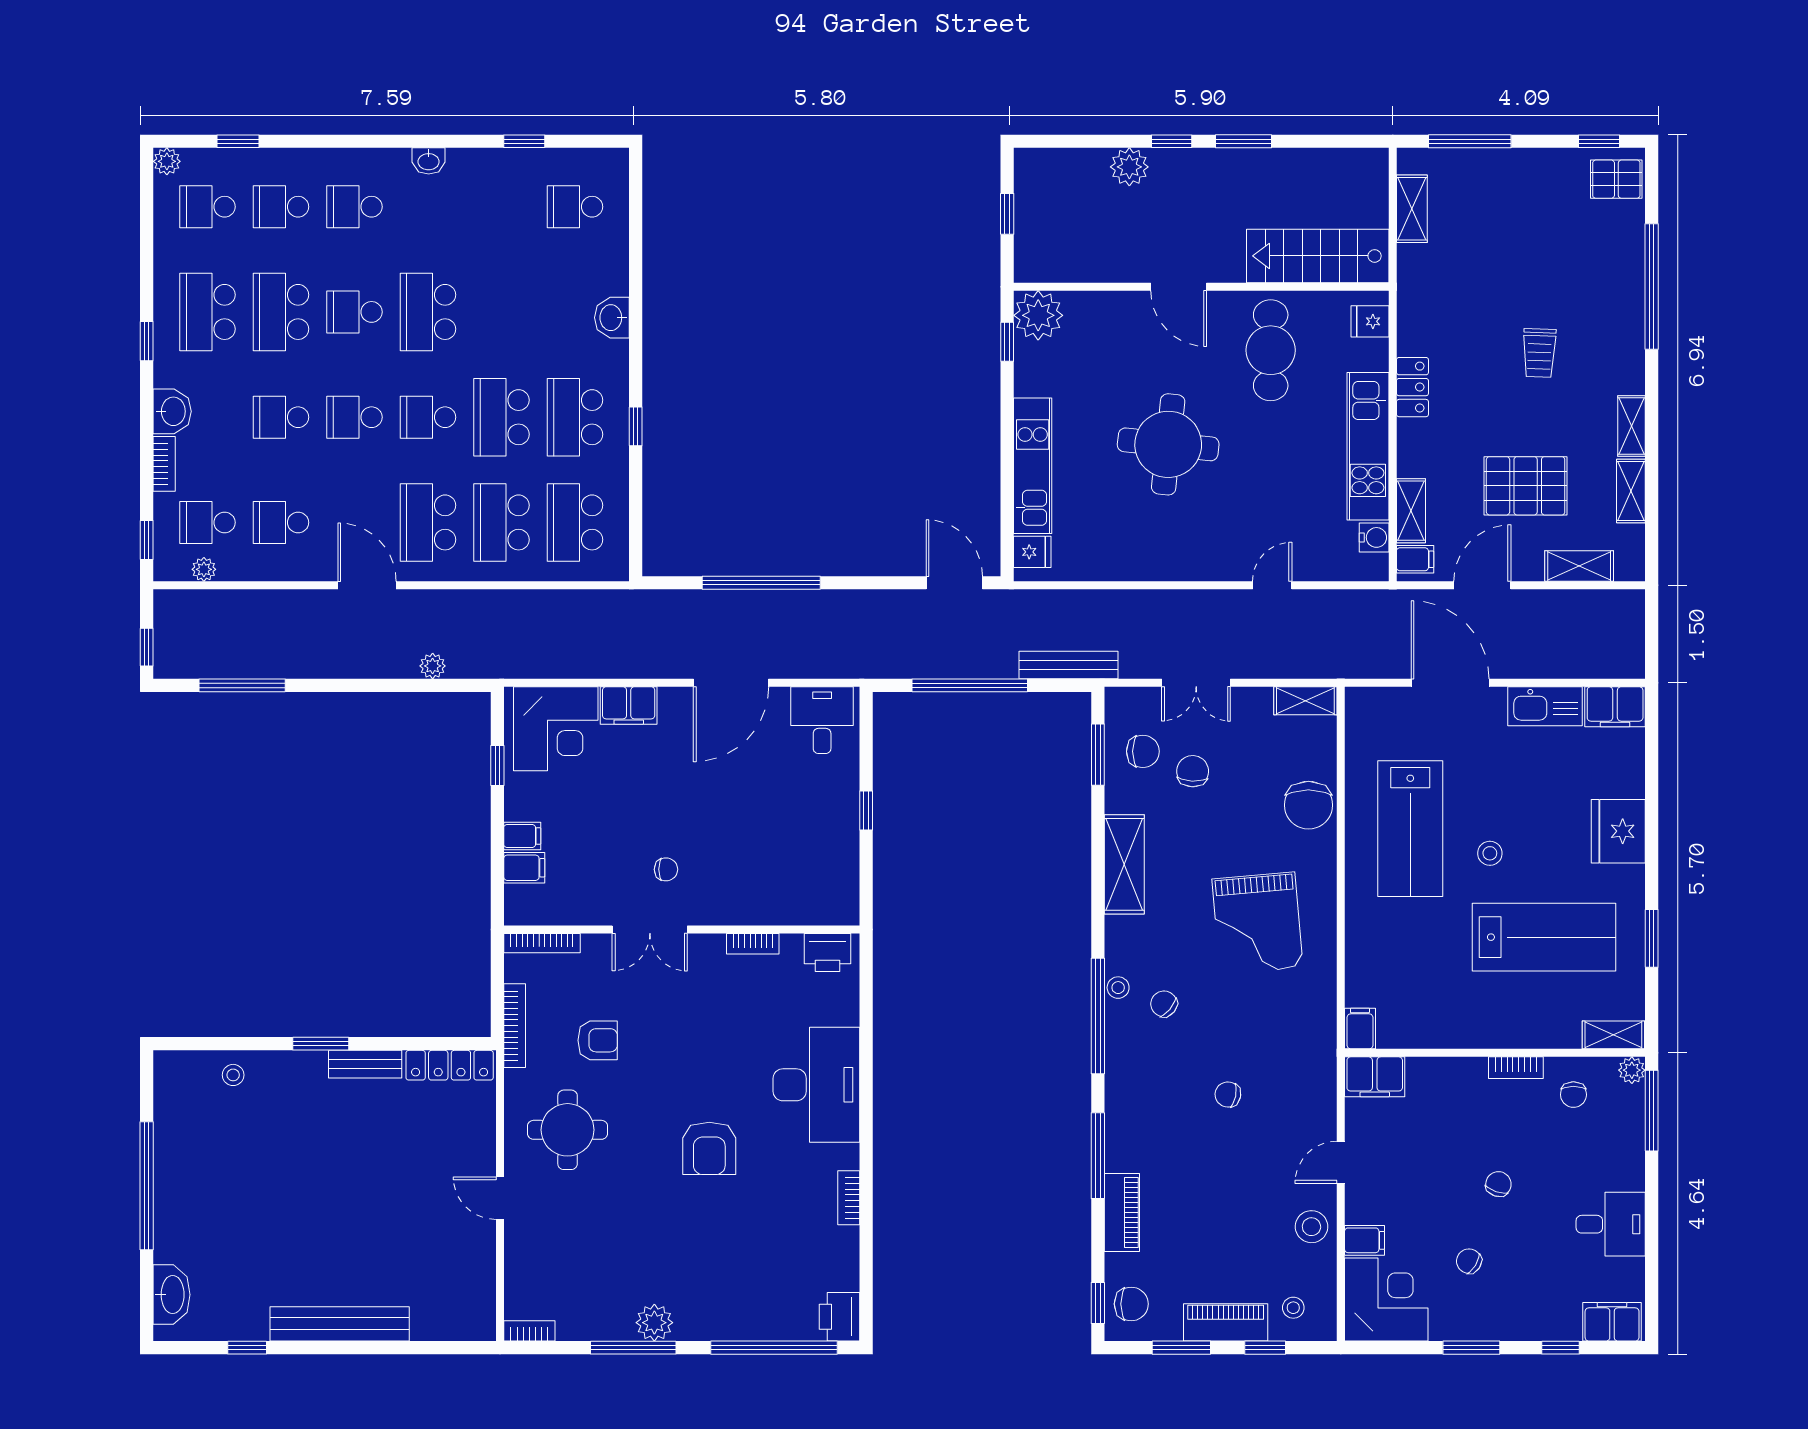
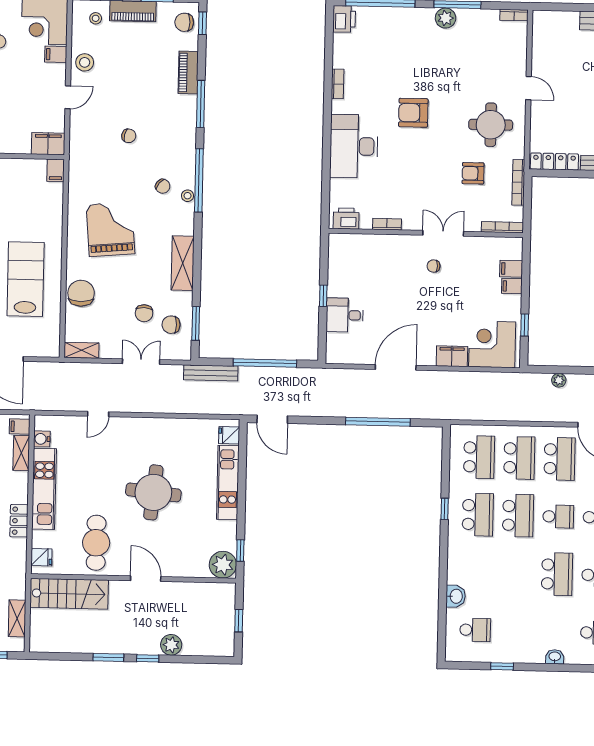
washbasin: (612, 318) -> (456, 596), moved
desk: (822, 720) -> (345, 315), moved, turned 90
armchair: (709, 1148) -> (413, 113), turned -90

